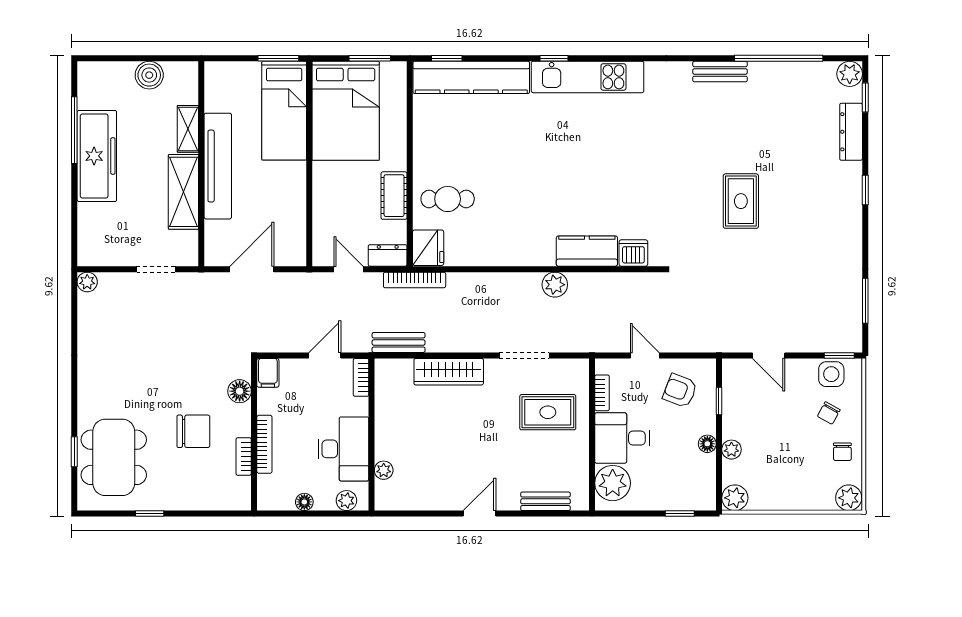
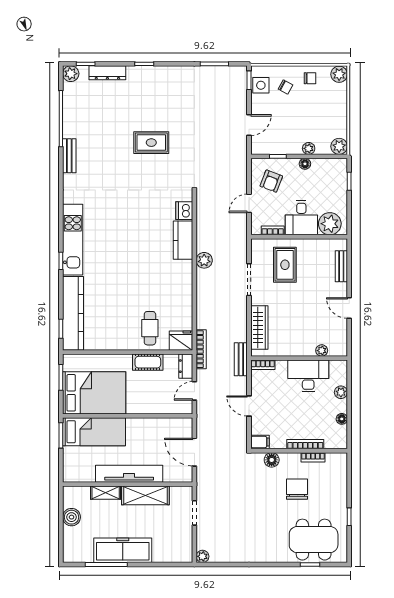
bookcase: (361, 377) -> (263, 365), moved
wall: (372, 434) -> (299, 358), moved
desk: (343, 449) -> (308, 376), moved
plant: (384, 470) -> (322, 351), moved

